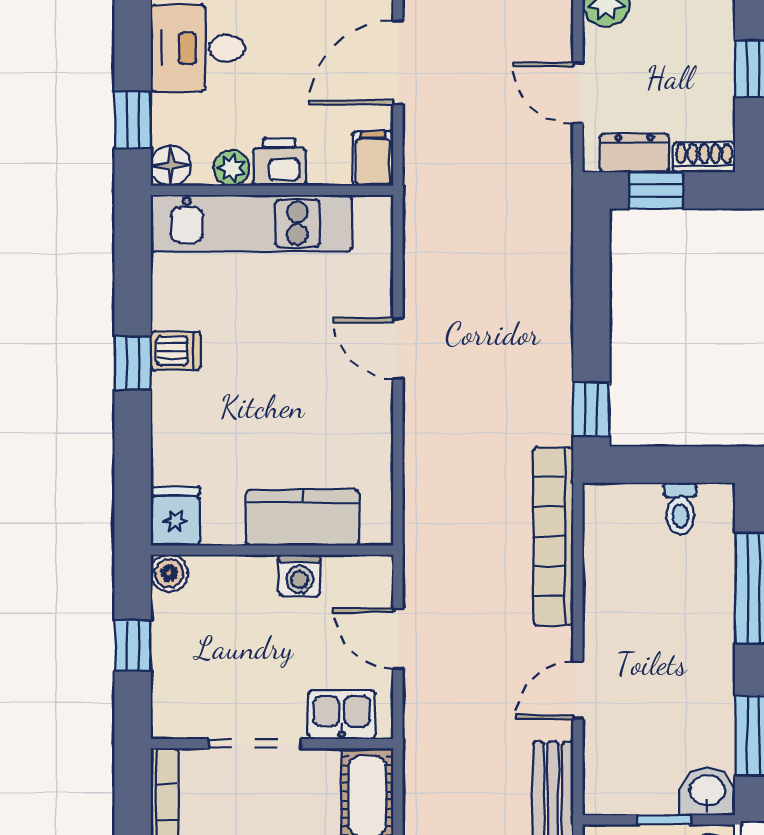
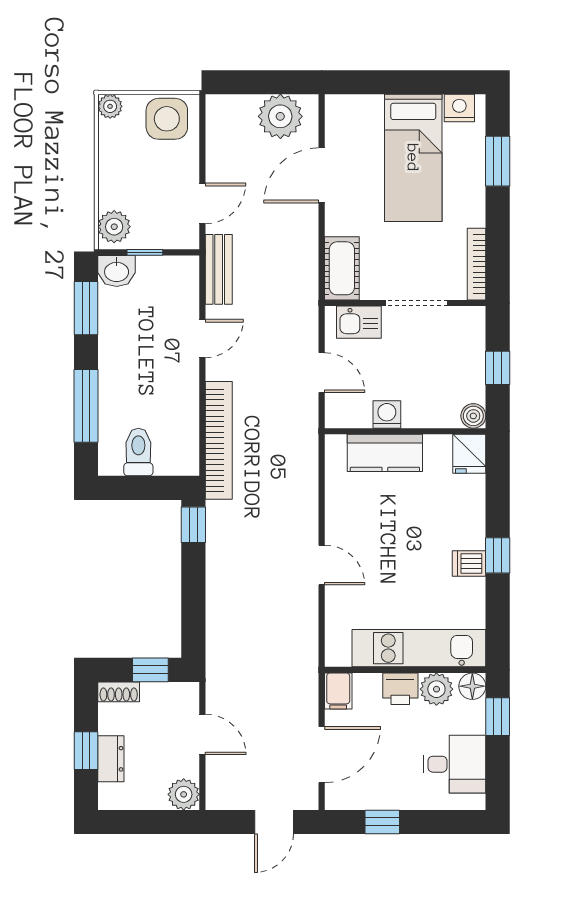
dresser: (634, 153) -> (111, 759), moved, turned -90
plant: (231, 168) -> (436, 689), width x1.38, depth x1.38
toilet: (680, 509) -> (138, 452), width x1.37, depth x1.39

